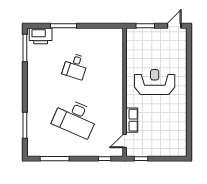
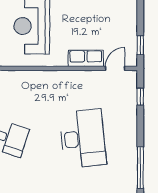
desk: (75, 118) -> (83, 139), turned -30
door: (125, 141) -> (115, 68), swing flipped

